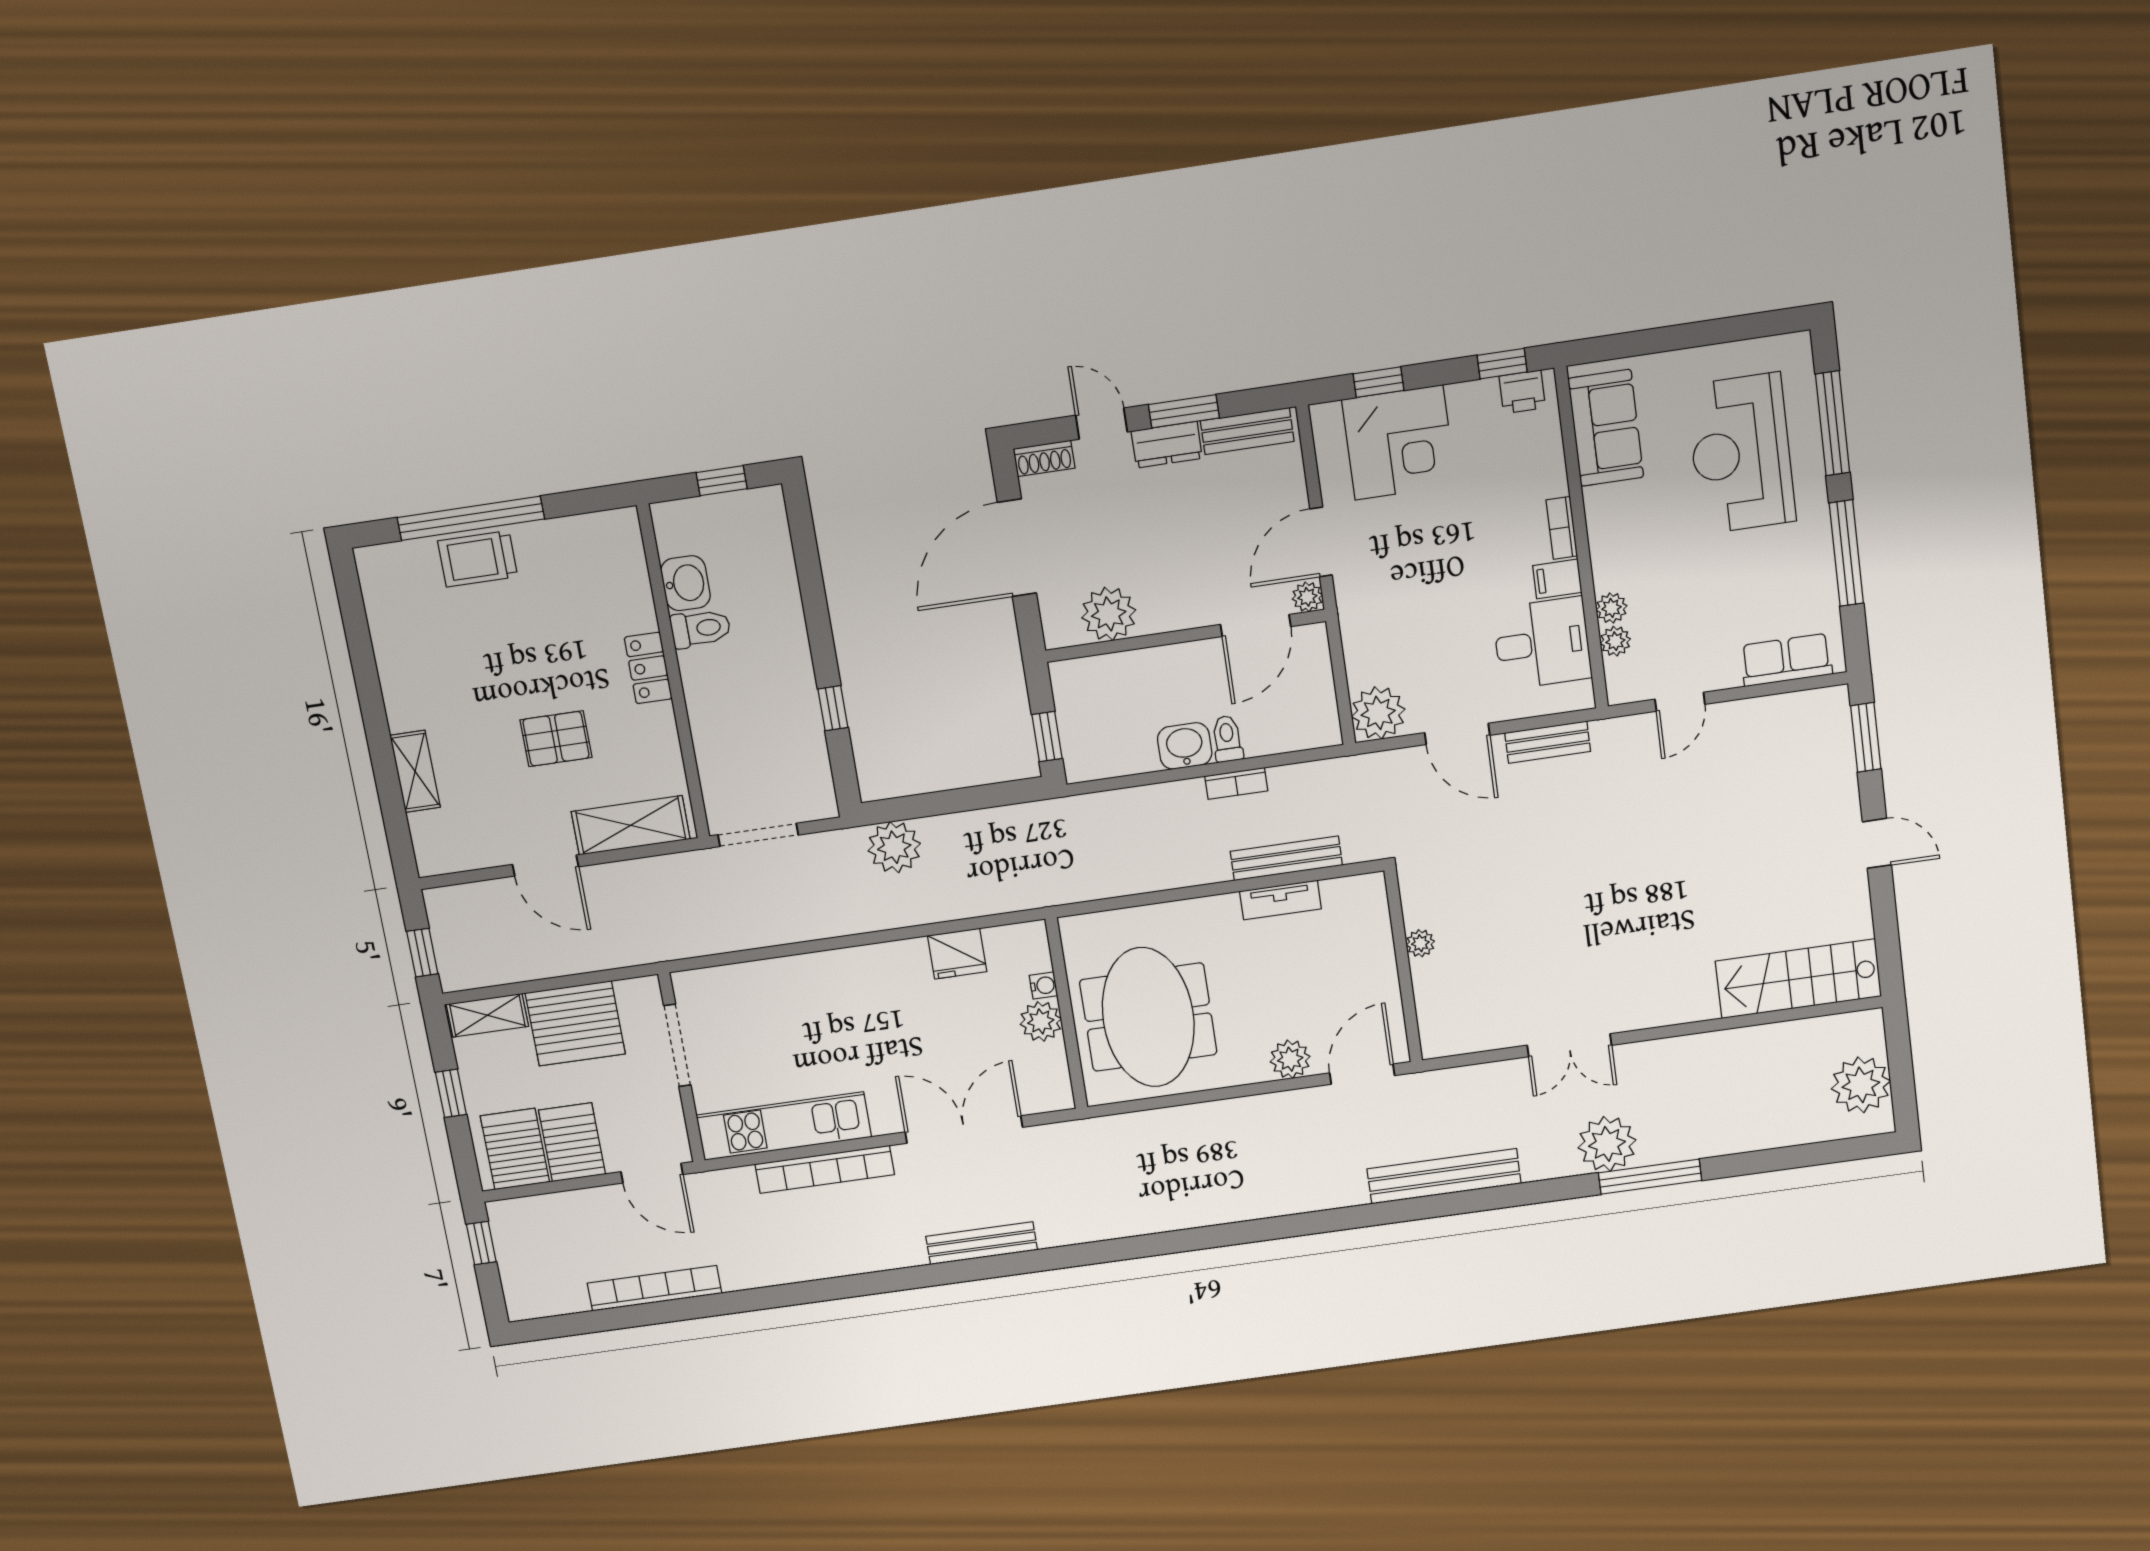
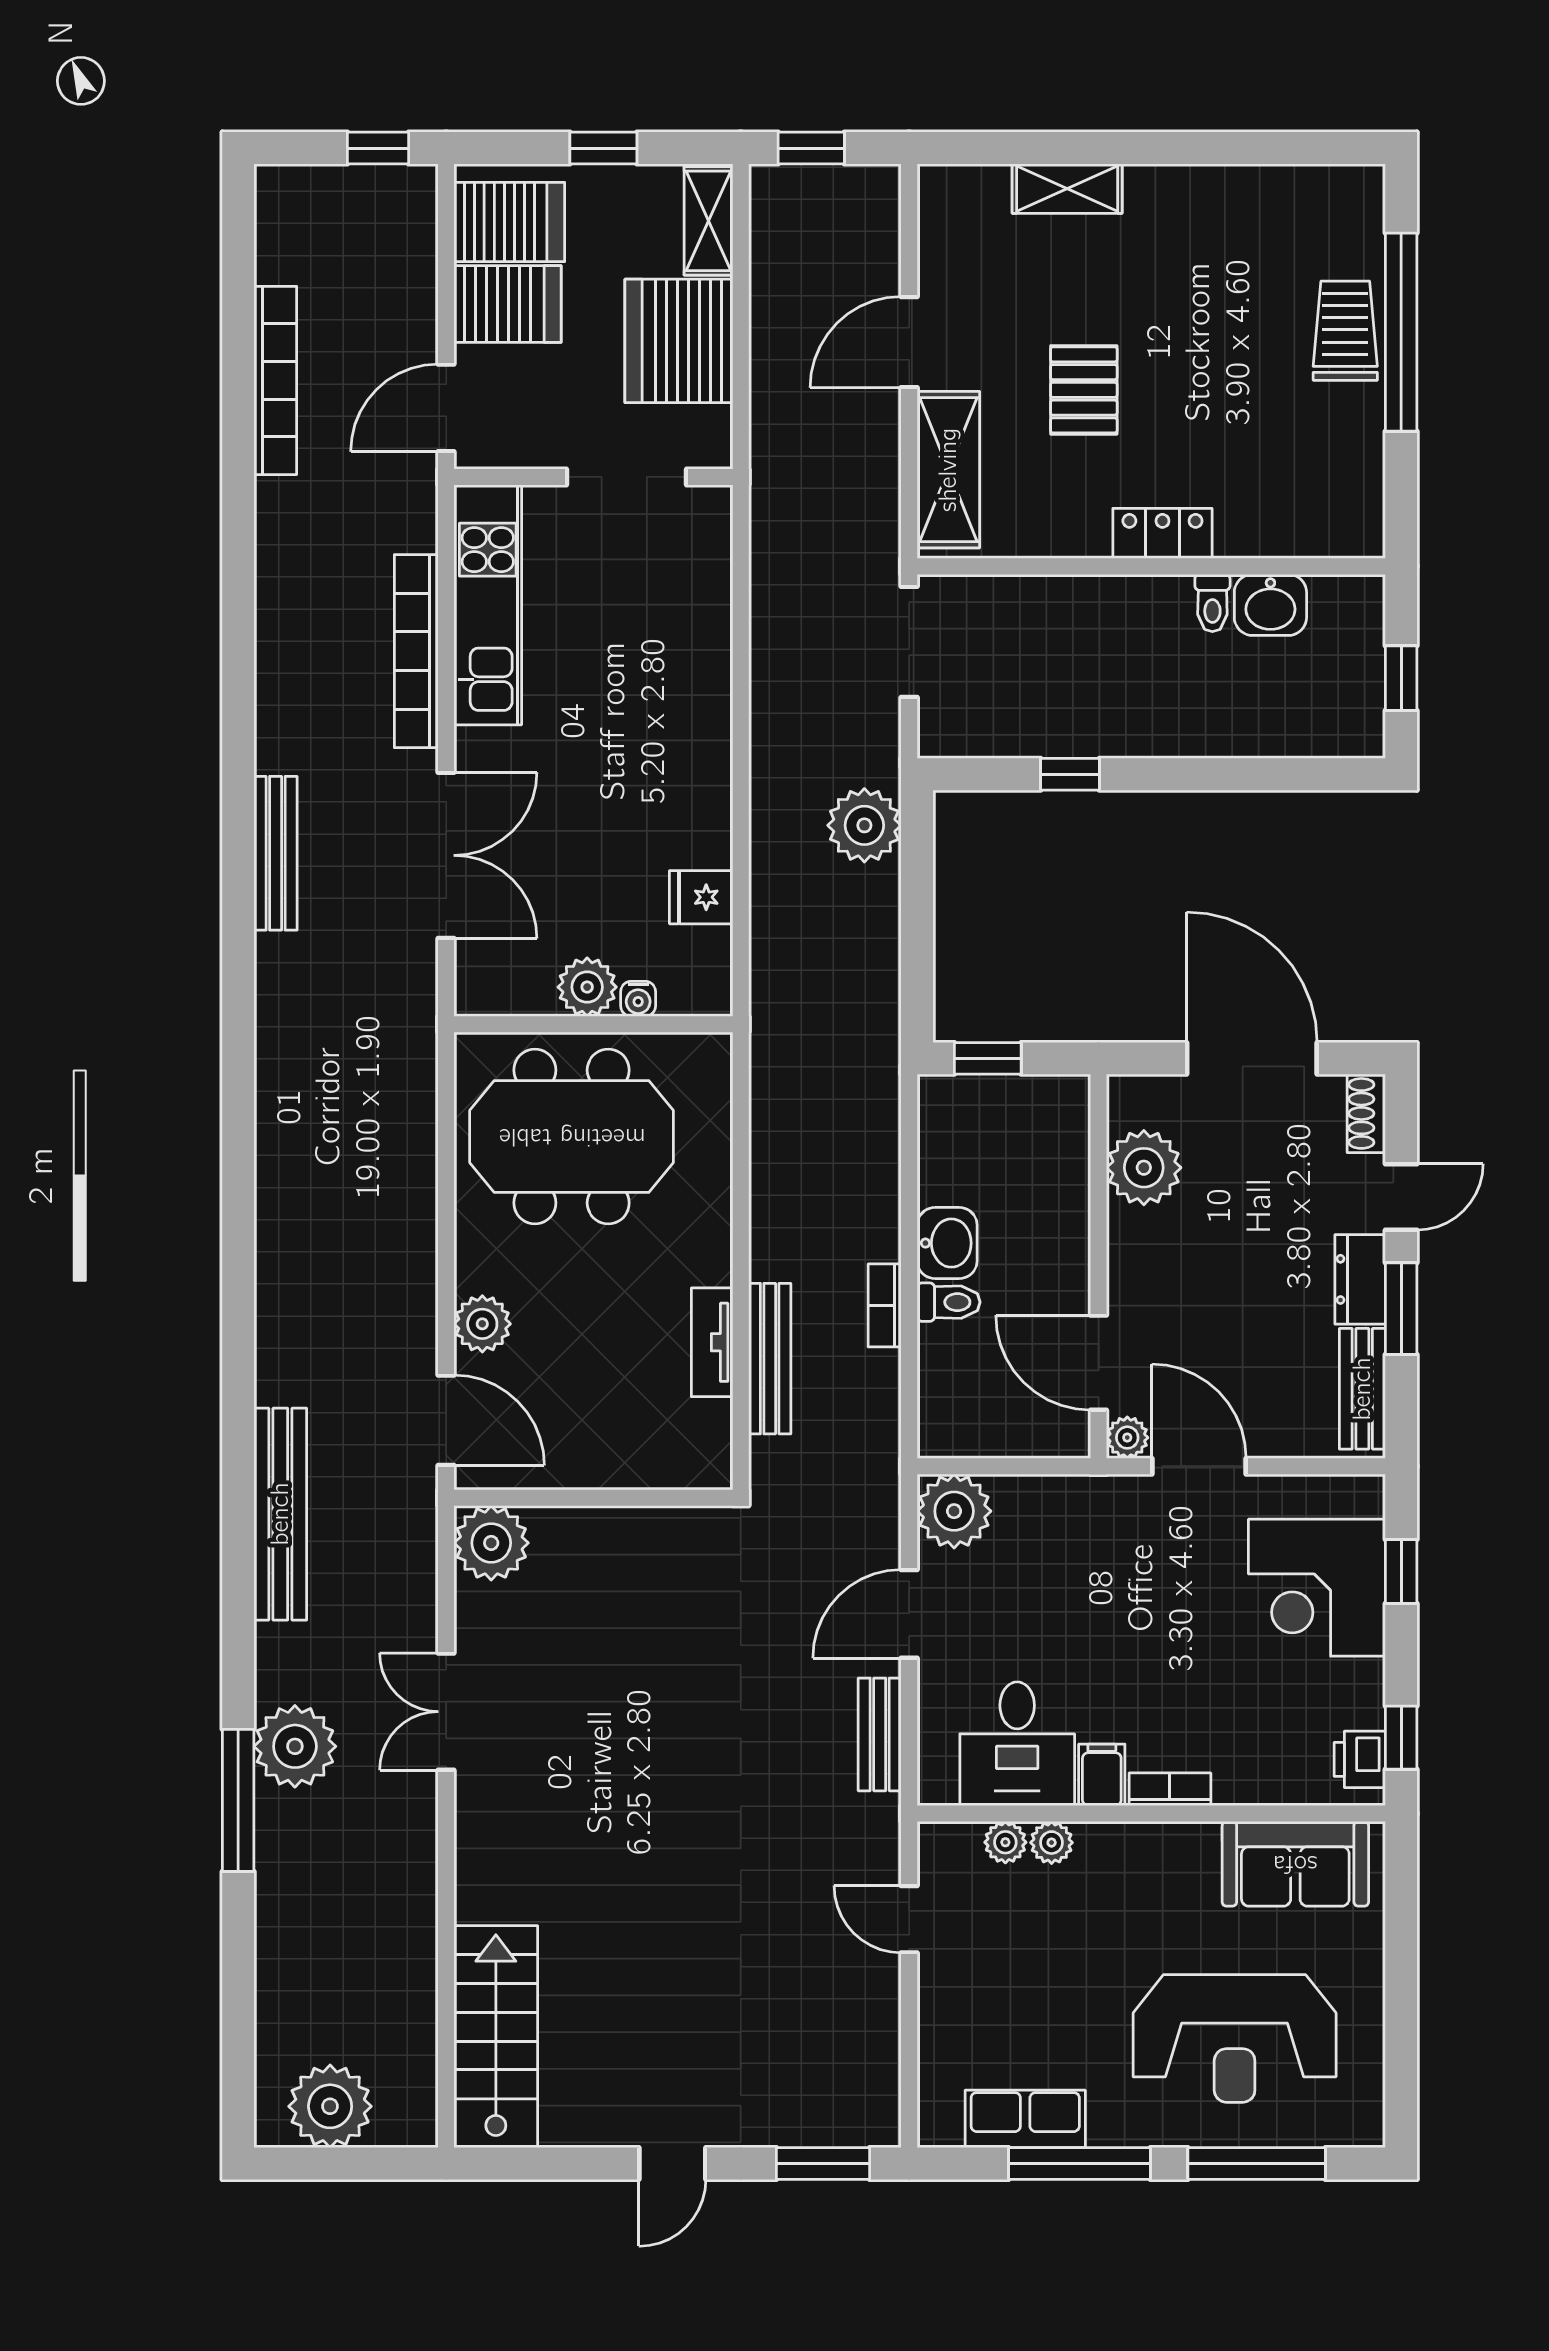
reception desk: (1741, 453) -> (1235, 2038), turned 180
toilet: (701, 628) -> (1212, 603), width x0.73, depth x0.72
row of seats: (1786, 660) -> (1025, 2119), moved, turned -90
plant: (1420, 943) -> (491, 1543), moved, width x1.88, depth x1.88
fridge: (957, 954) -> (701, 897), width x0.72

